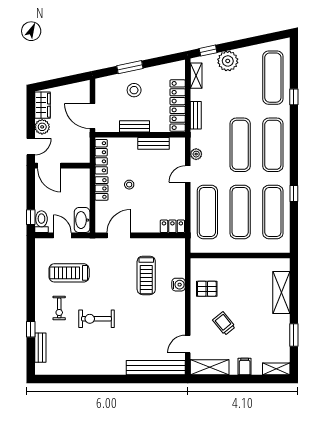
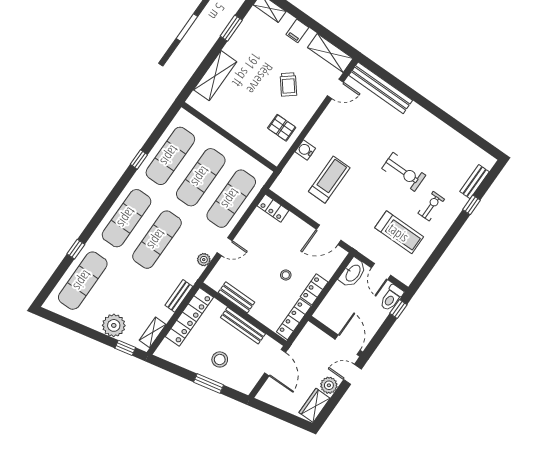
bench: (135, 126) -> (243, 326), width x1.36

